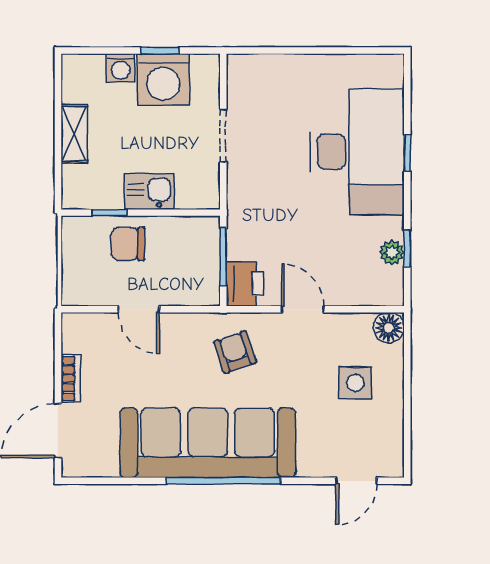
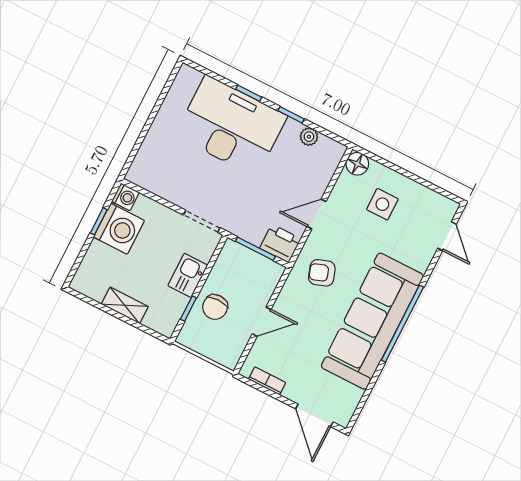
washing machine: (121, 68) -> (126, 197), moved
doorway: (223, 136) -> (202, 221), moved
window: (407, 249) -> (291, 115), moved
bookcase: (71, 379) -> (267, 381), moved

